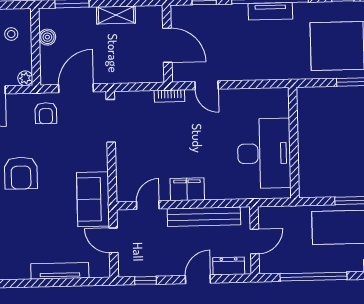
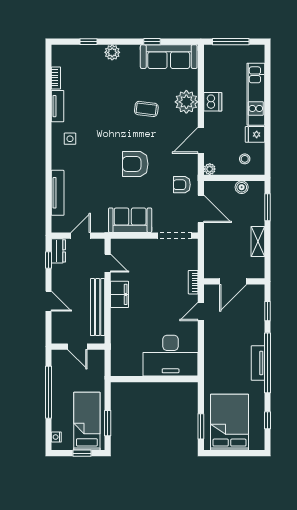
desk: (264, 153) -> (171, 356), moved
sofa: (93, 199) -> (130, 220), moved
dresser: (229, 266) -> (58, 251), moved

